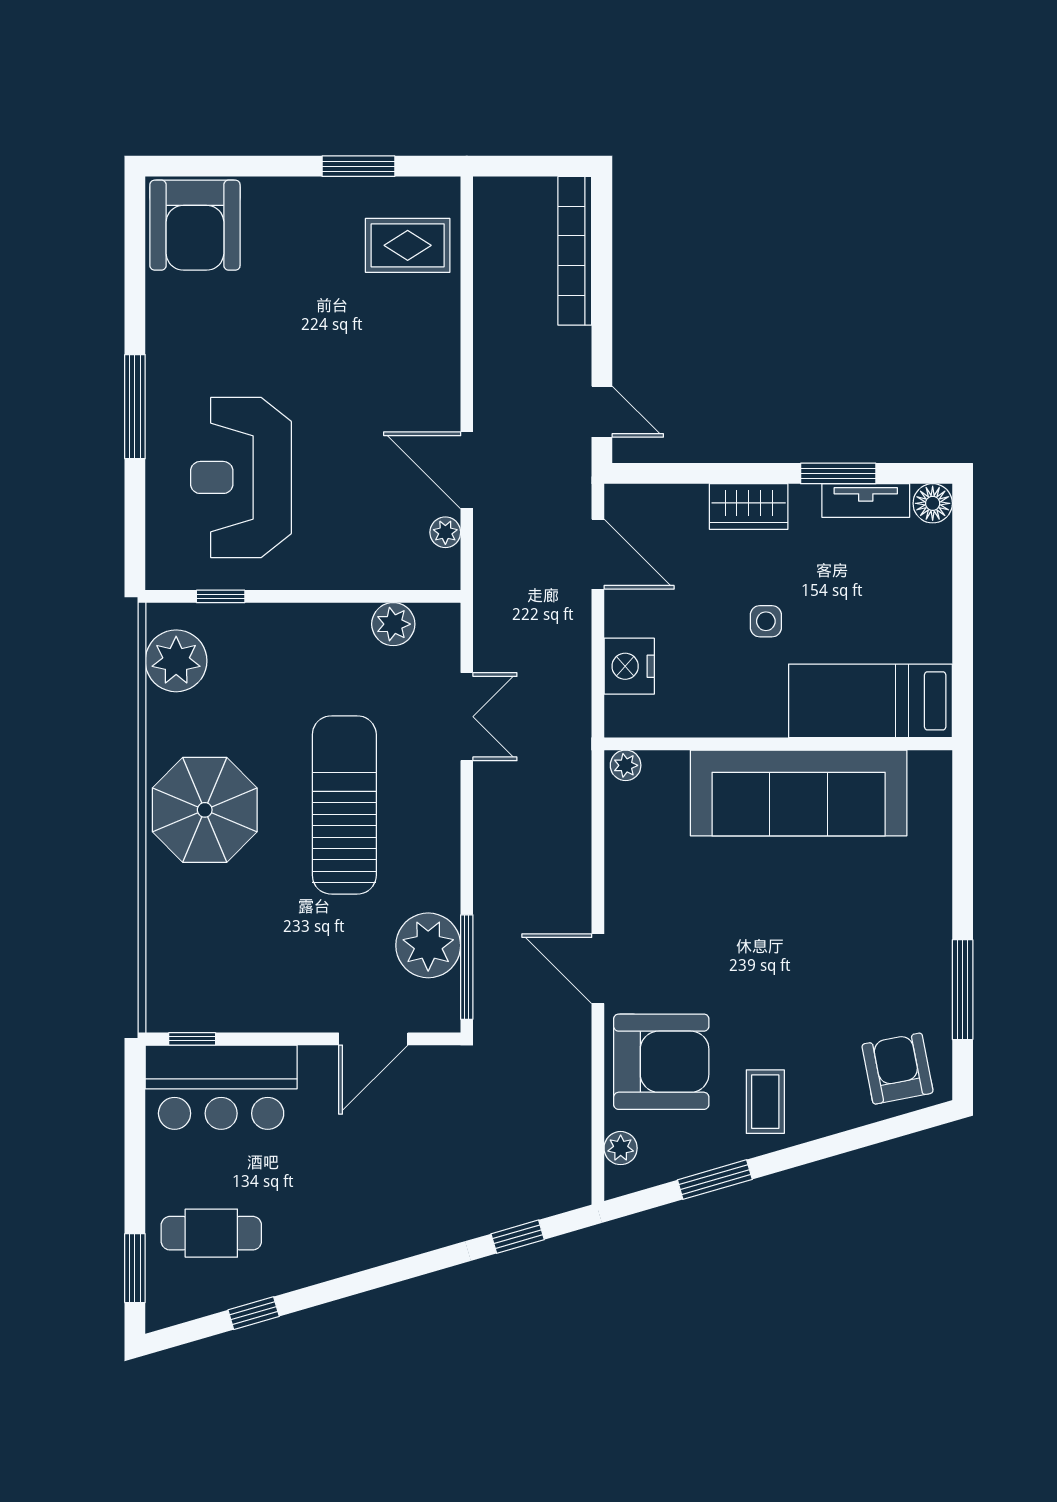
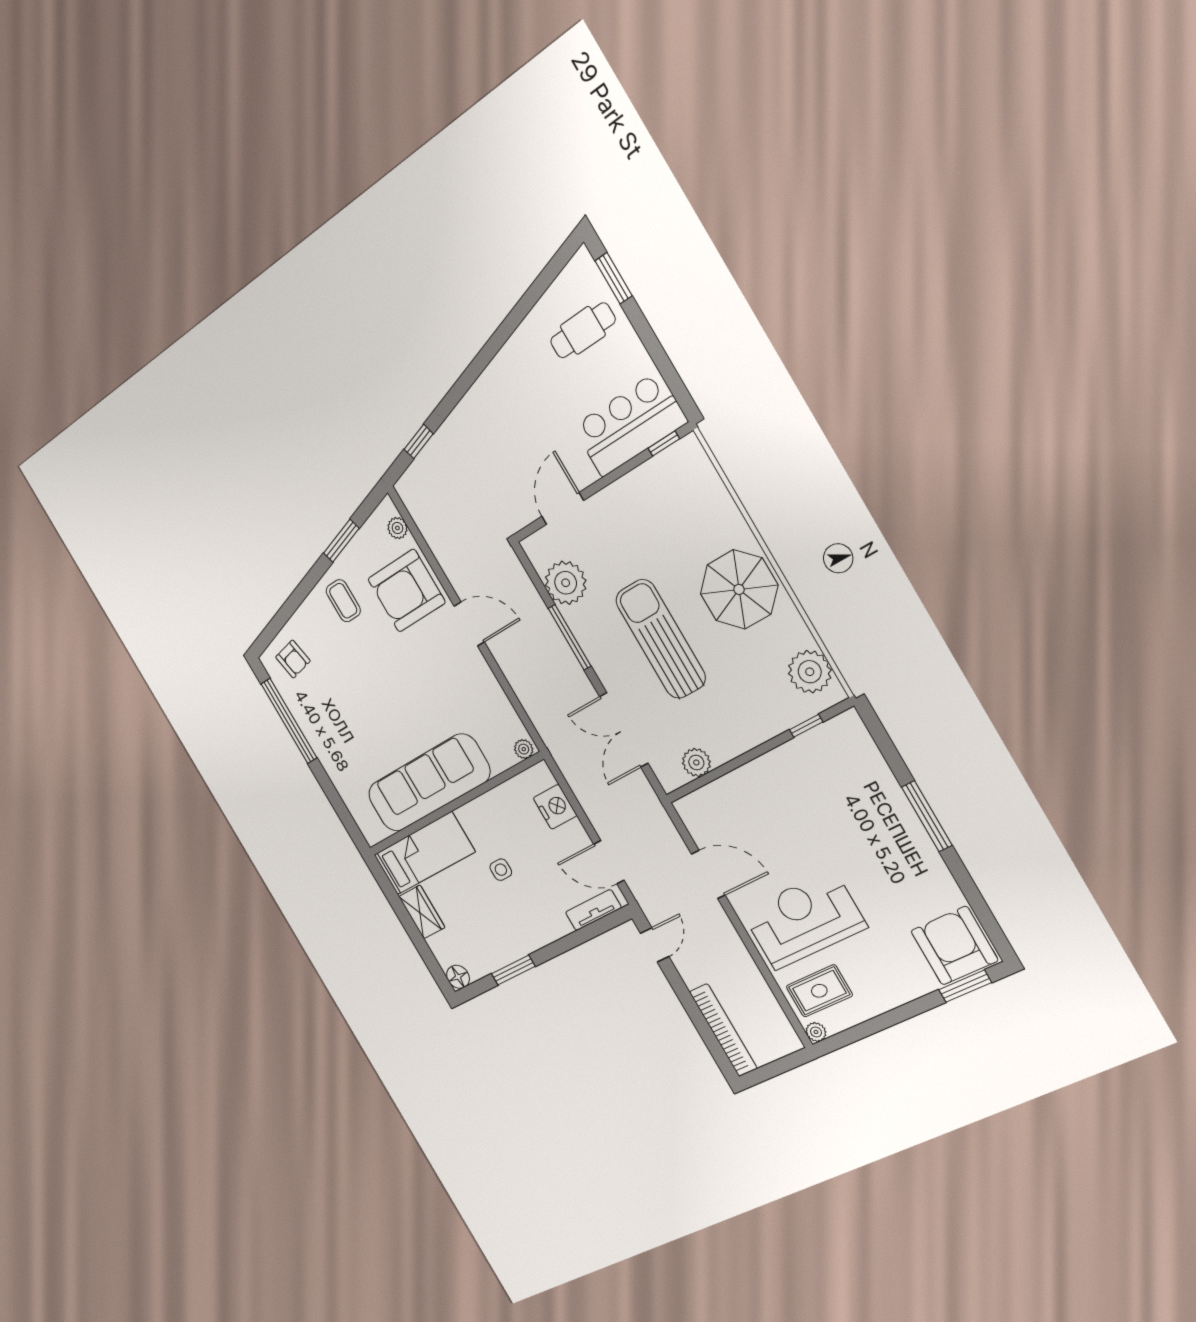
window: (358, 166) -> (965, 986), moved
door: (602, 412) -> (655, 945), swing flipped
reception desk: (241, 477) -> (804, 920), moved, turned -90
tv unit: (866, 500) -> (593, 910), moved
wardrobe: (749, 506) -> (422, 912), moved, turned 90
plant: (445, 532) -> (816, 1032), moved
double door: (467, 717) -> (624, 730), width x1.37
sun lounger: (344, 805) -> (661, 639), turned 180
window: (467, 967) -> (570, 637), moved
window: (963, 990) -> (289, 721), width x1.46
armchair: (897, 1069) -> (293, 659), width x0.72, depth x0.72
window: (254, 1313) -> (531, 298), removed

